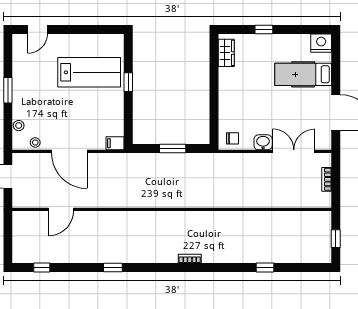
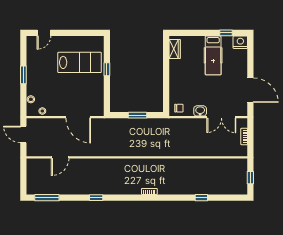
window: (264, 30) -> (226, 33), moved
hospital bed: (303, 74) -> (213, 55), moved, turned -90
filing cabinet: (115, 143) -> (98, 112), removed
door: (69, 151) -> (78, 117), moved
double door: (294, 151) -> (221, 117), swing flipped
window: (42, 267) -> (47, 198), width x2.17

